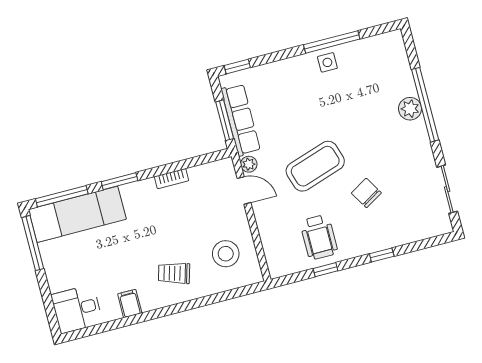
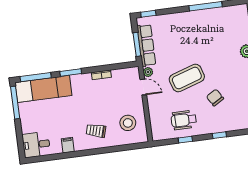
side table: (327, 62) -> (202, 18), removed
wheelchair: (319, 237) -> (184, 120), turned 90

